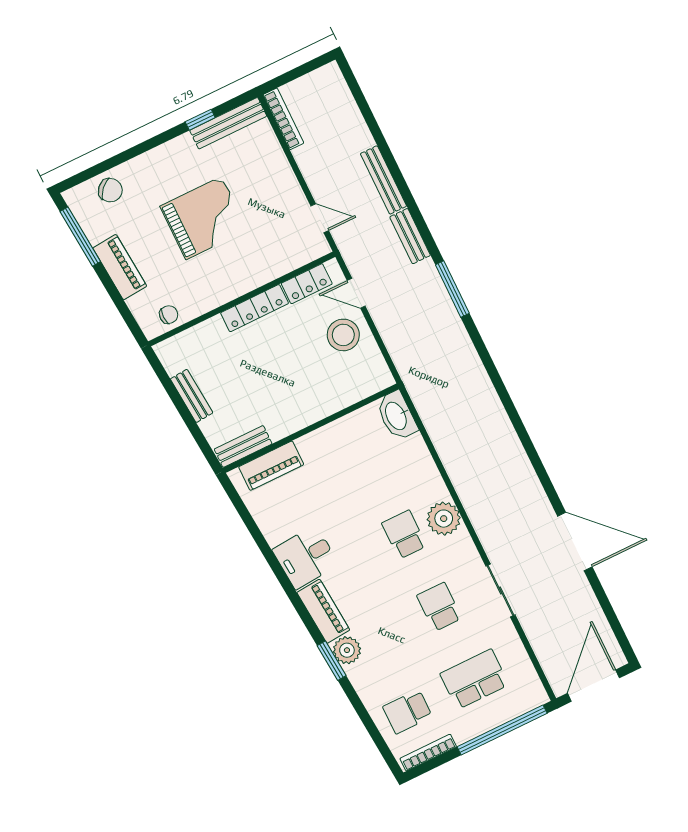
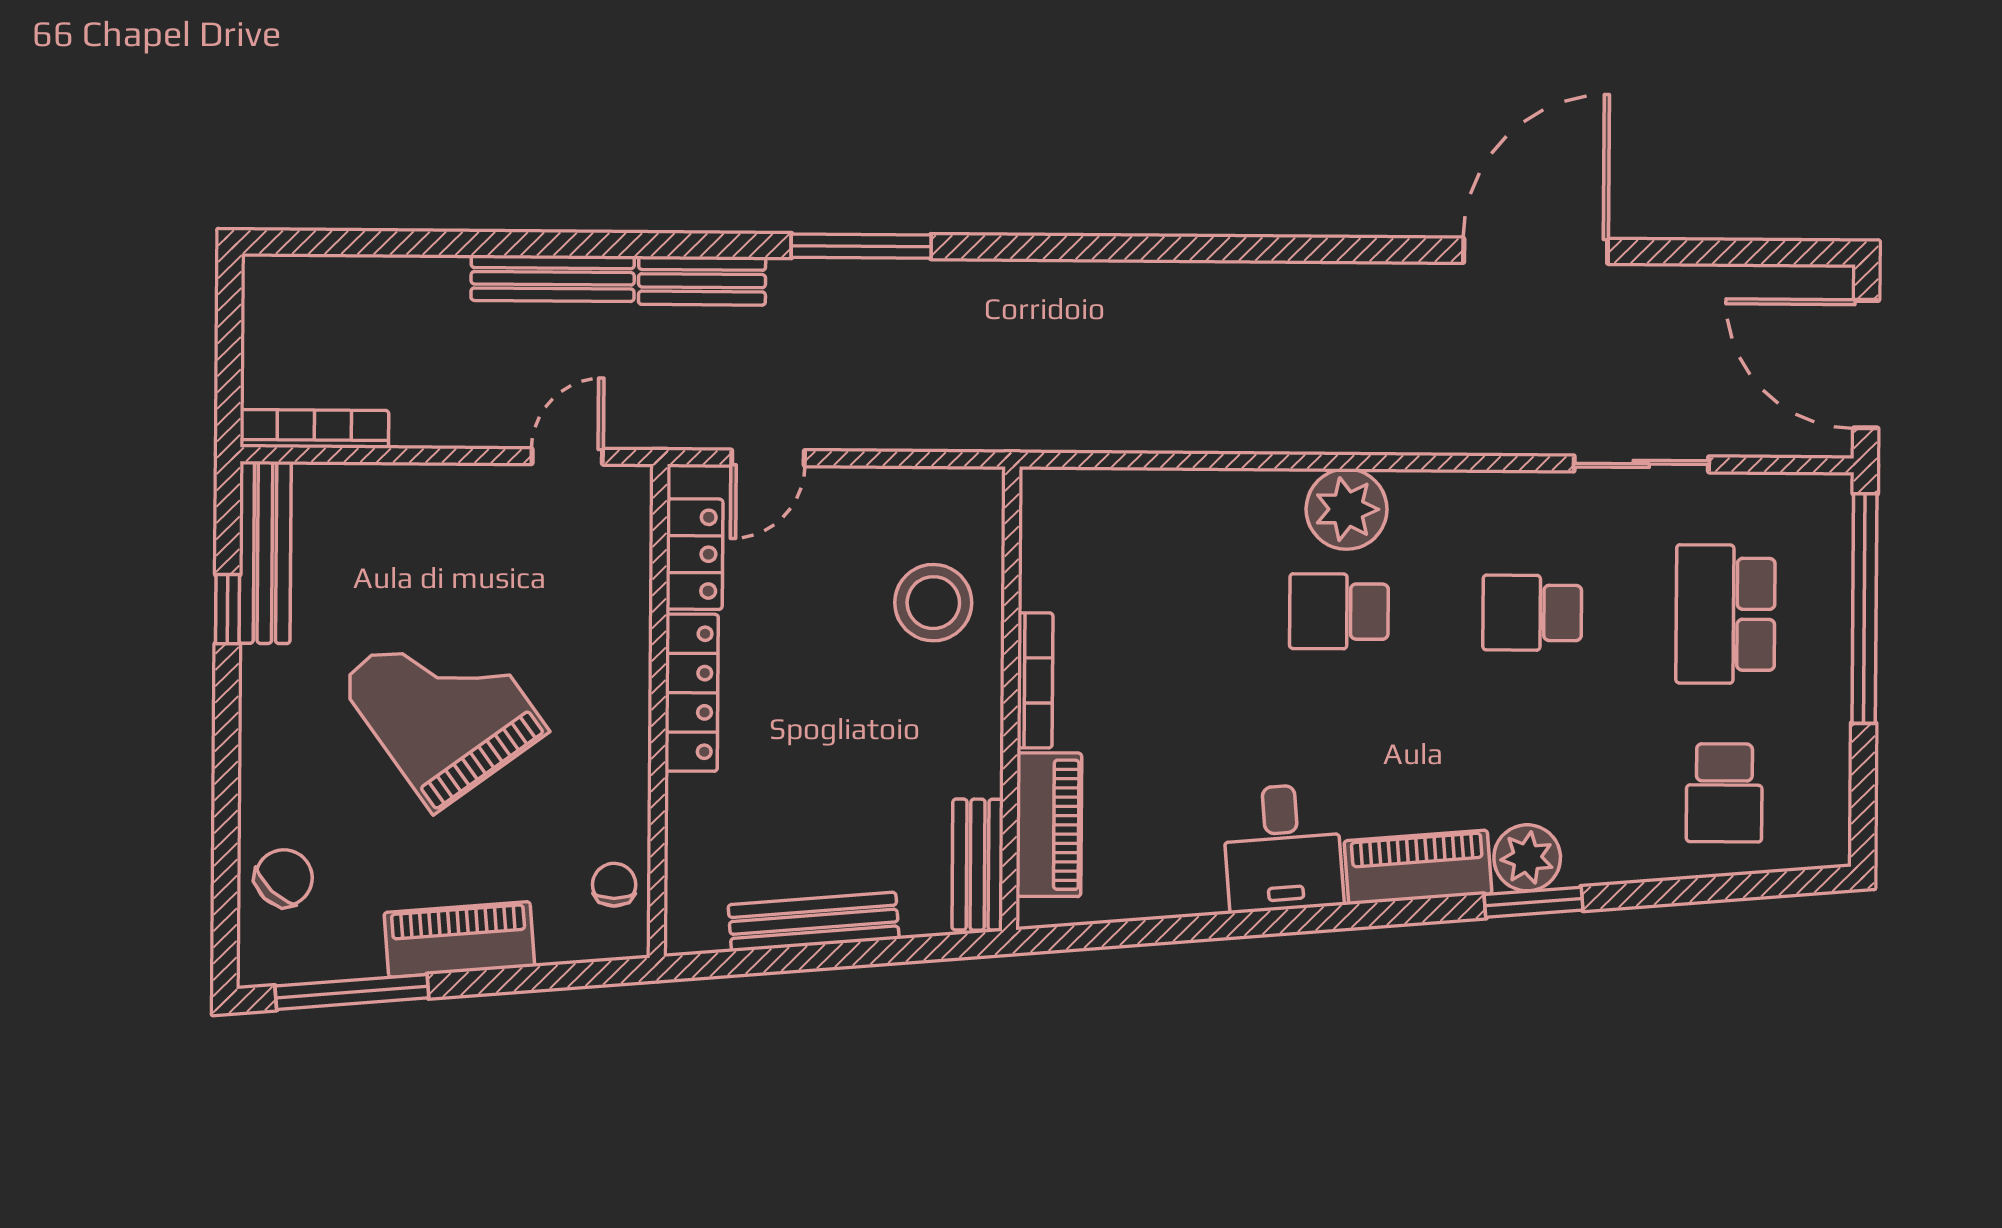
grand piano: (204, 218) -> (443, 706), turned -36
stool: (343, 335) -> (933, 603), moved
bench: (192, 396) -> (814, 922), width x1.36
washbasin: (397, 416) -> (1075, 501), removed
sliding door: (500, 591) -> (1641, 464), moved
bookcase: (428, 753) -> (1035, 680), moved, turned 180

